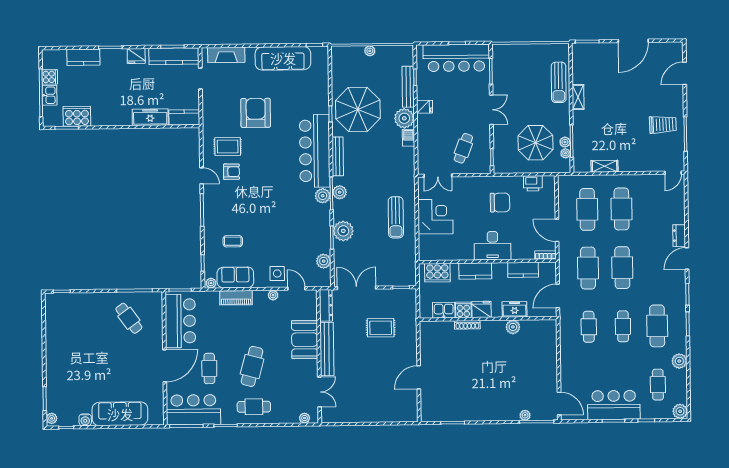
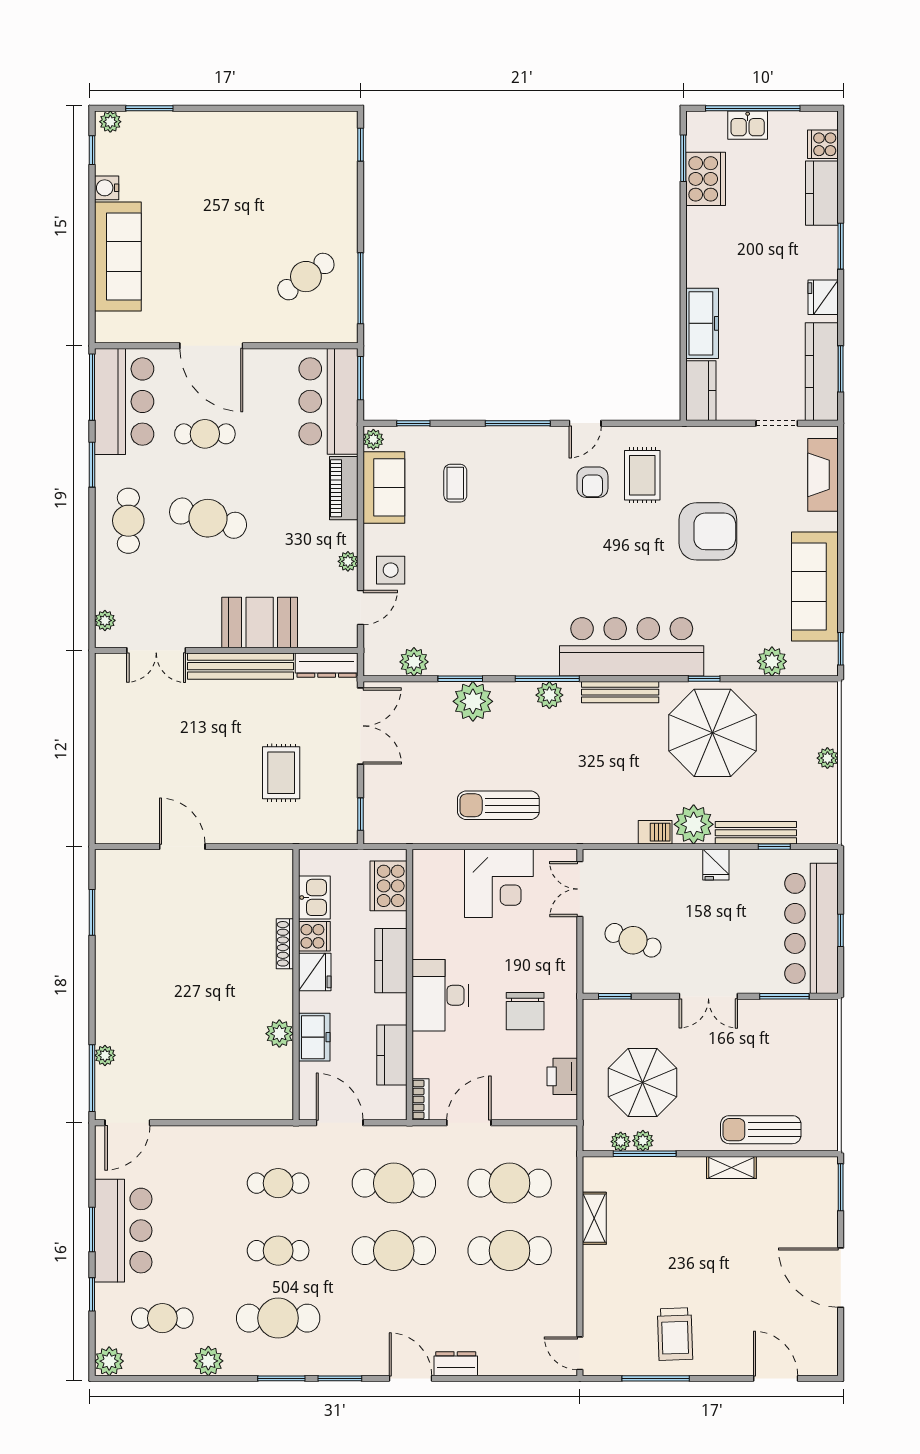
cooker: (50, 77) -> (823, 144), moved, turned 90
plant: (323, 196) -> (772, 661), moved
bar counter: (180, 321) -> (328, 401), moved, turned 90

